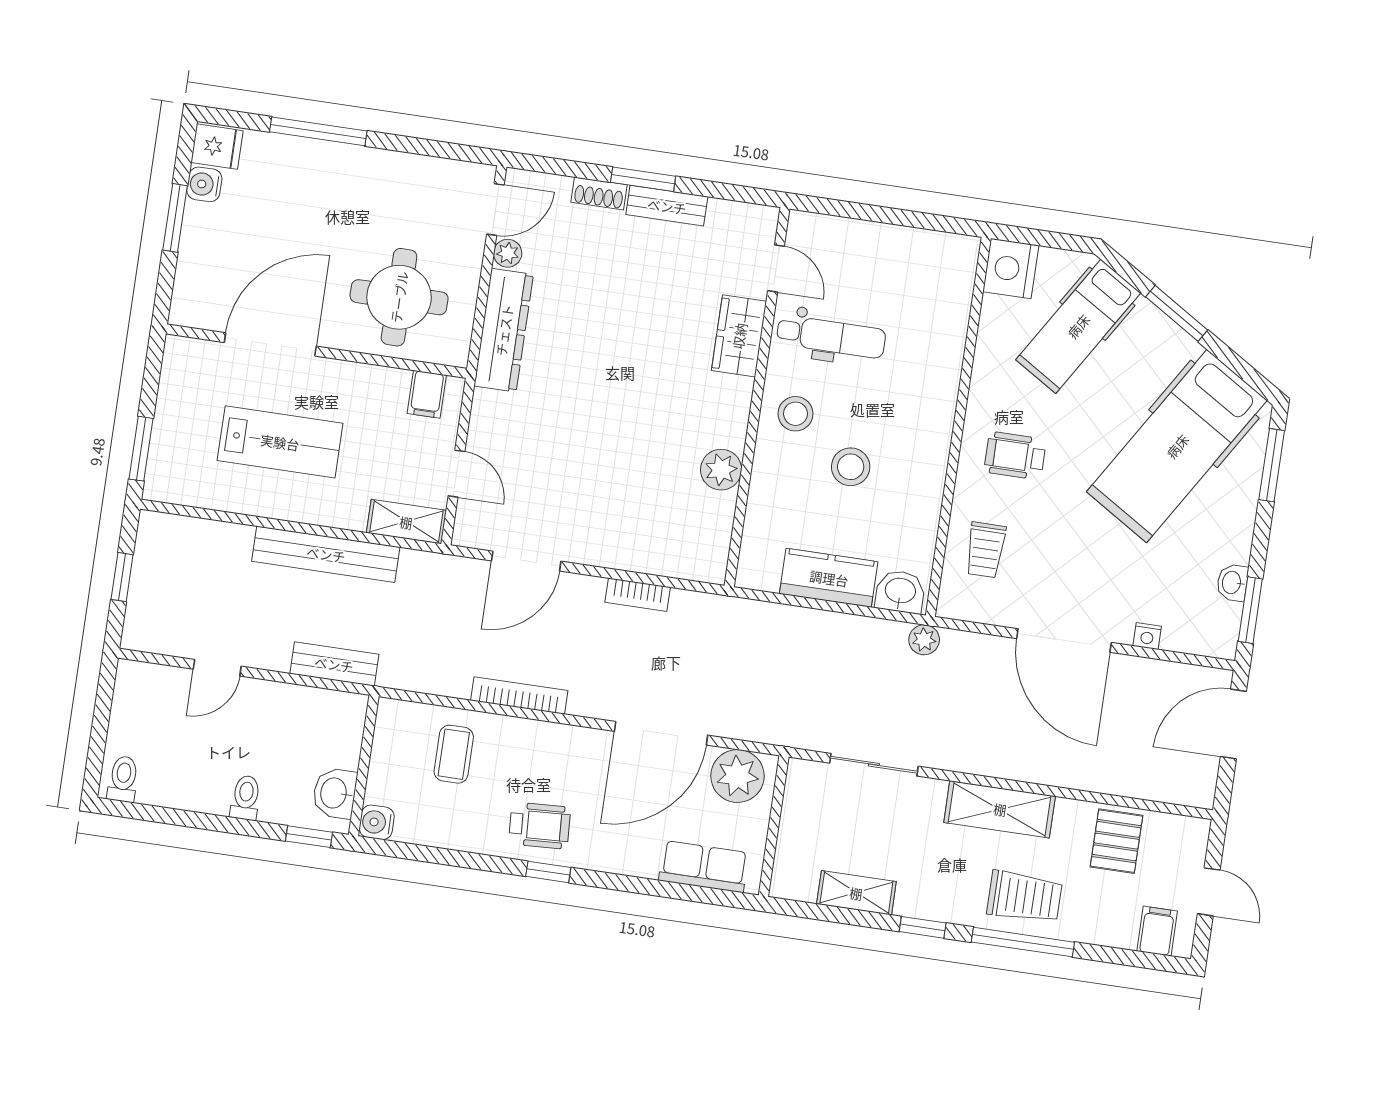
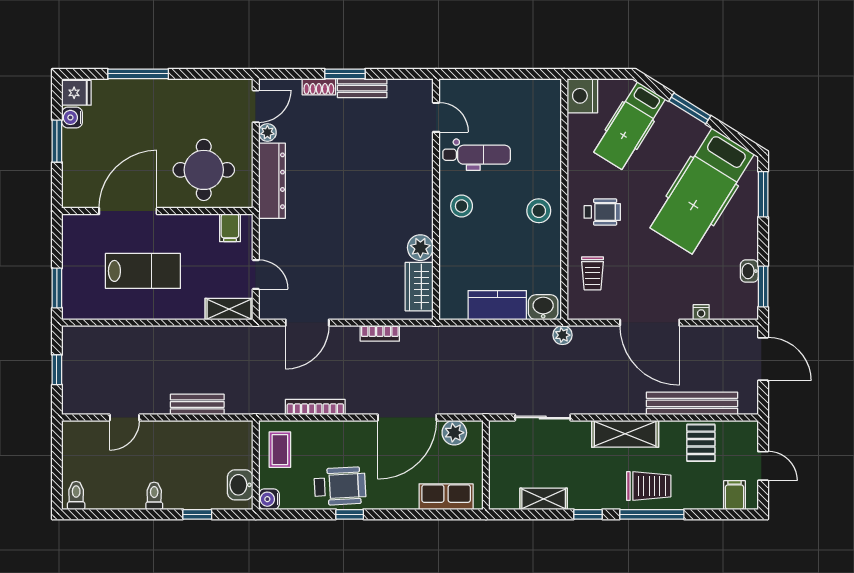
wardrobe: (739, 336) -> (419, 287), moved
wheelchair: (1015, 456) -> (602, 212), turned 180
stool: (851, 467) -> (539, 211), moved
bench: (326, 554) -> (692, 403), moved
door: (1233, 724) -> (763, 359), swing flipped
wall: (364, 766) -> (256, 465), moved
plant: (737, 776) -> (454, 433), width x0.73, depth x0.73
washbasin: (335, 793) -> (240, 485), moved
water cooler: (377, 822) -> (269, 499), moved
wheelchair: (540, 826) -> (340, 486), width x1.36, depth x1.37

